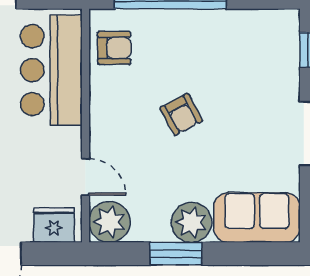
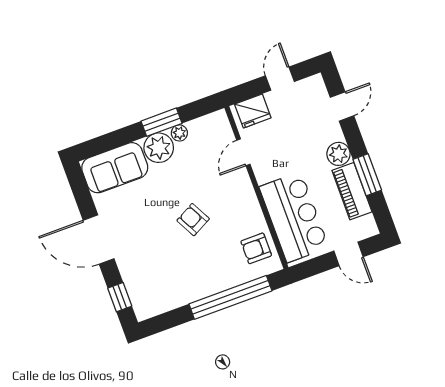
door: (85, 177) -> (243, 152), hinge flipped
plant: (109, 222) -> (179, 133), moved, width x0.53, depth x0.53

